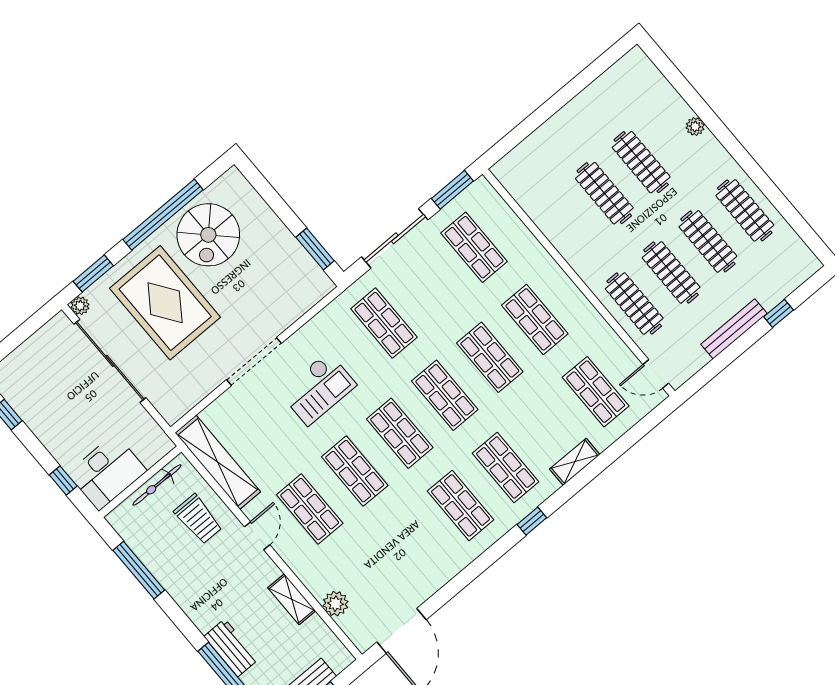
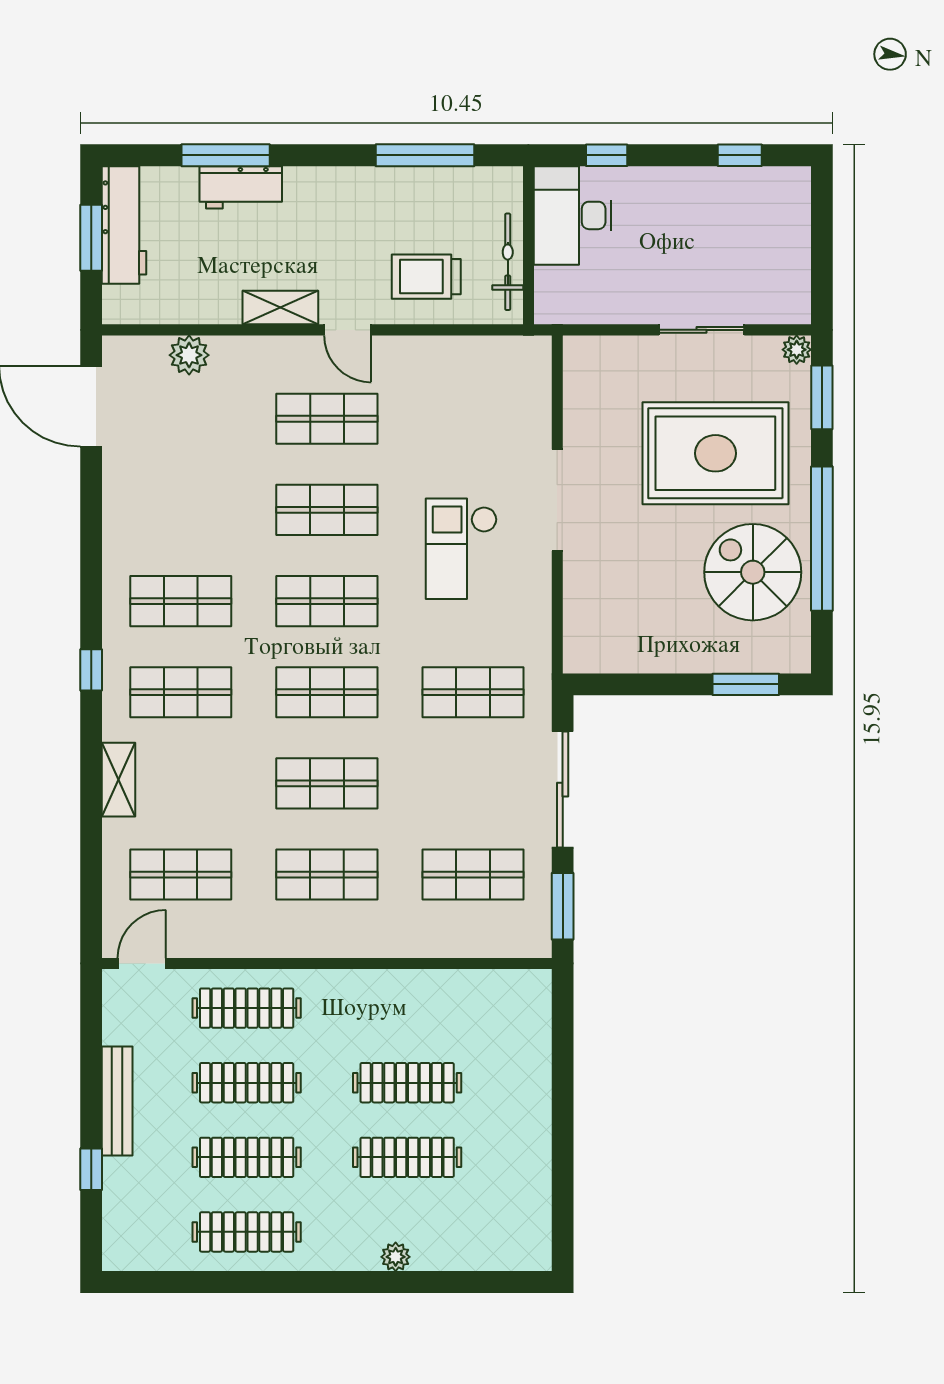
window: (315, 249) -> (746, 684), moved
sliding door: (110, 361) -> (702, 330), width x0.54
shelving: (218, 462) -> (474, 357), removed
shelving: (292, 599) -> (280, 308), moved

